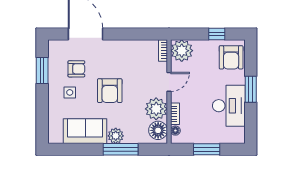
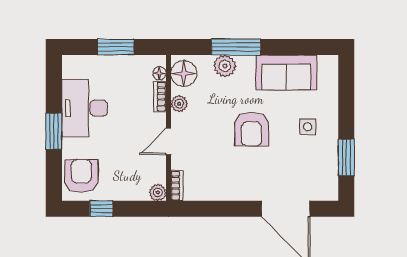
plant: (182, 51) -> (158, 192), width x0.53, depth x0.53
armchair: (76, 69) -> (298, 160), removed
armchair: (110, 91) -> (251, 129), turned 180
plant: (156, 109) -> (179, 104), width x0.53, depth x0.53
plant: (116, 136) -> (225, 66), moved

